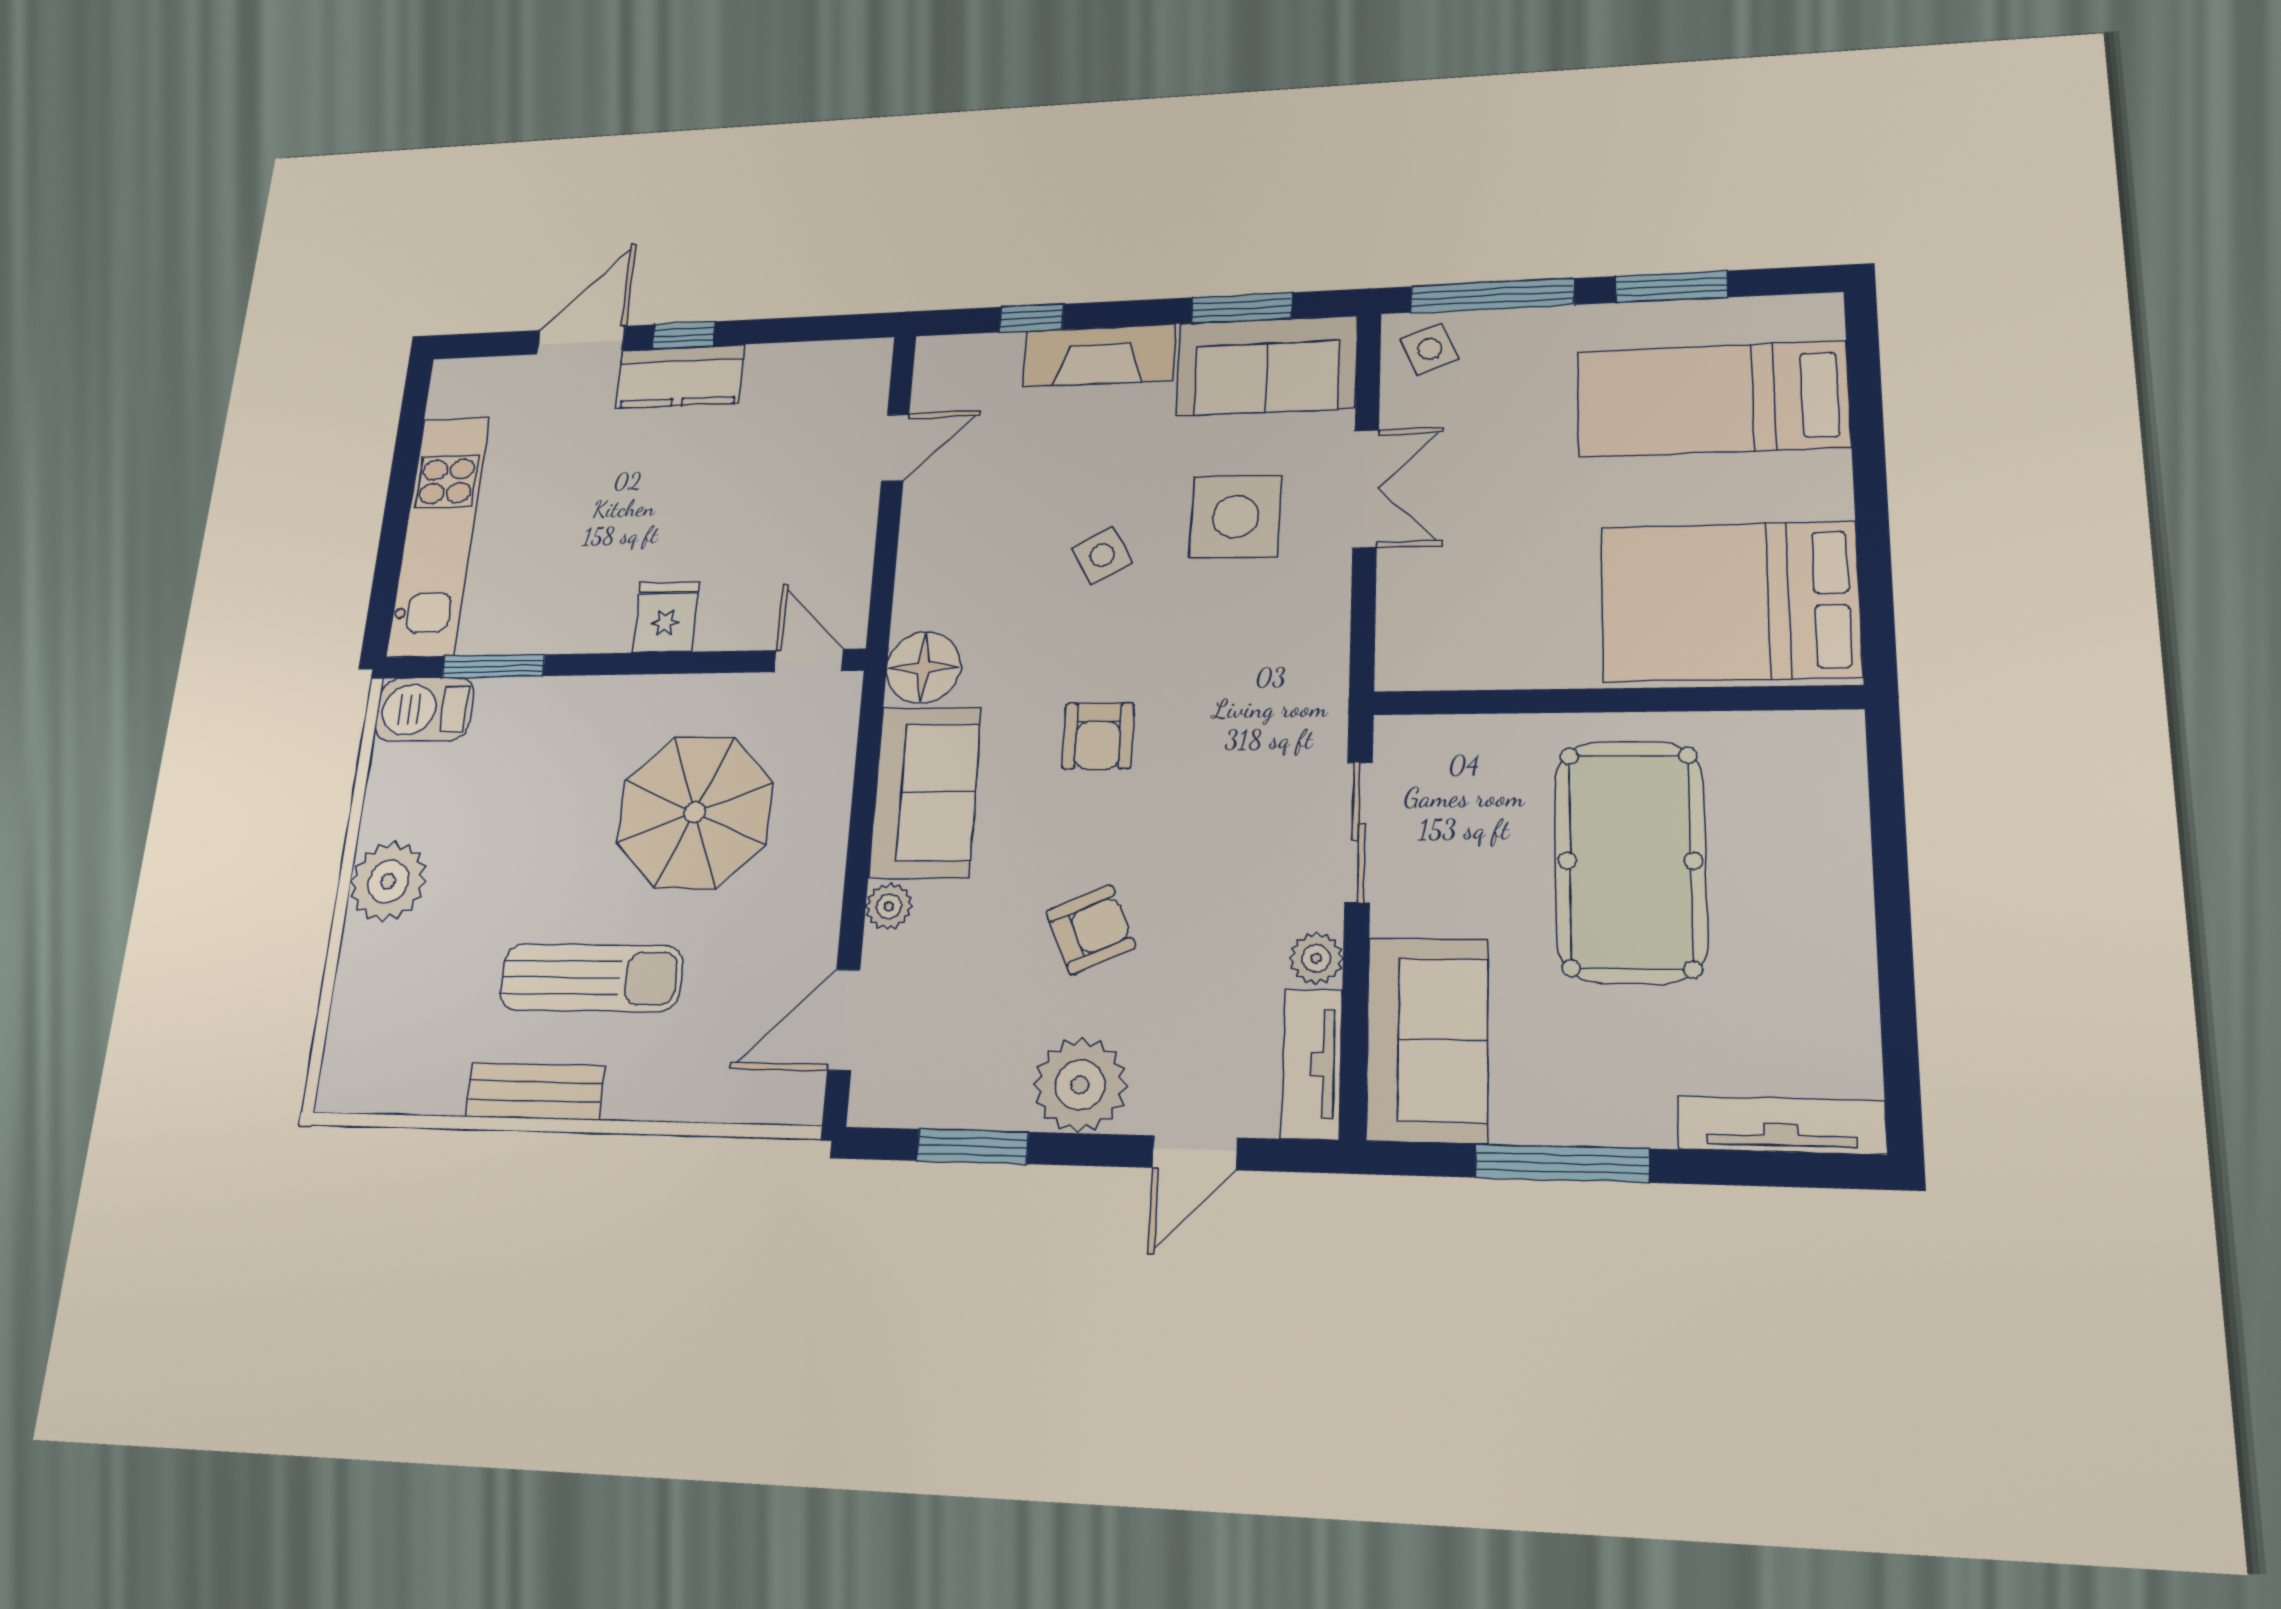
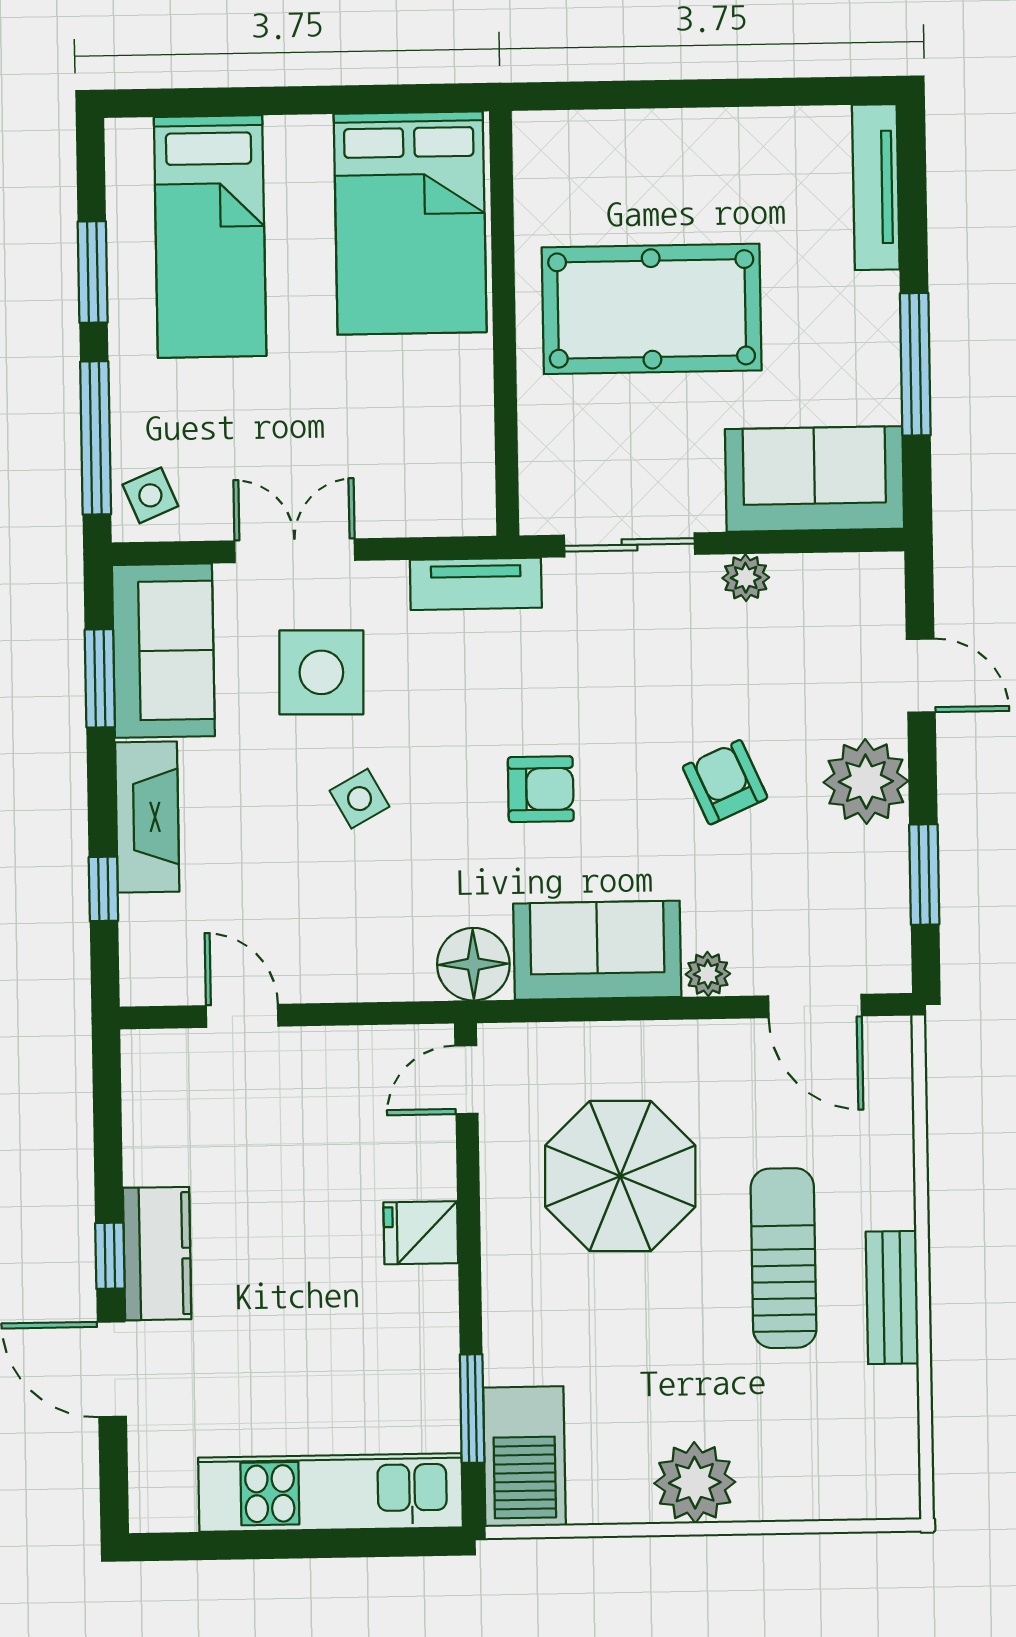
barbecue: (424, 709) -> (524, 1457), width x1.37, depth x1.21
tv unit: (1312, 1064) -> (476, 584), moved

